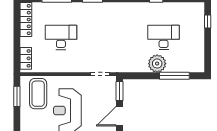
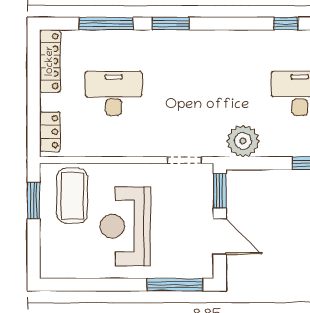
plant: (157, 64) -> (243, 141), moved
door: (119, 116) -> (220, 236), swing flipped

